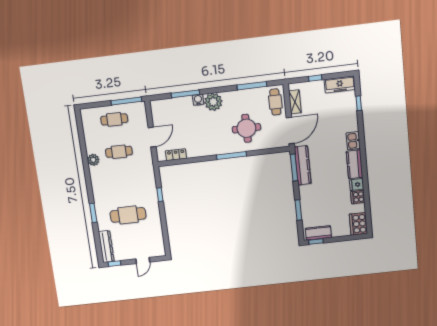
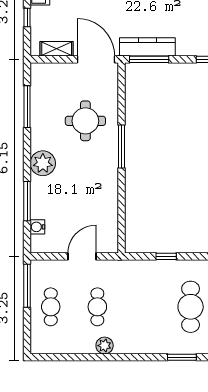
water cooler: (198, 100) -> (37, 227), moved
cafe table: (275, 102) -> (53, 76), removed
door: (152, 137) -> (82, 256), hinge flipped
locker: (176, 155) -> (111, 226), removed

